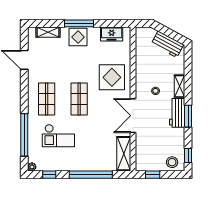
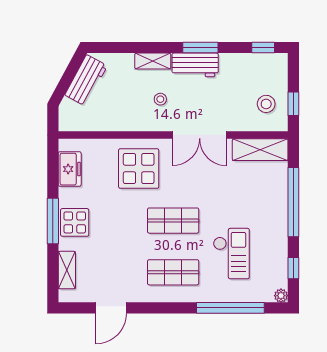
stool: (172, 162) -> (266, 104), moved

